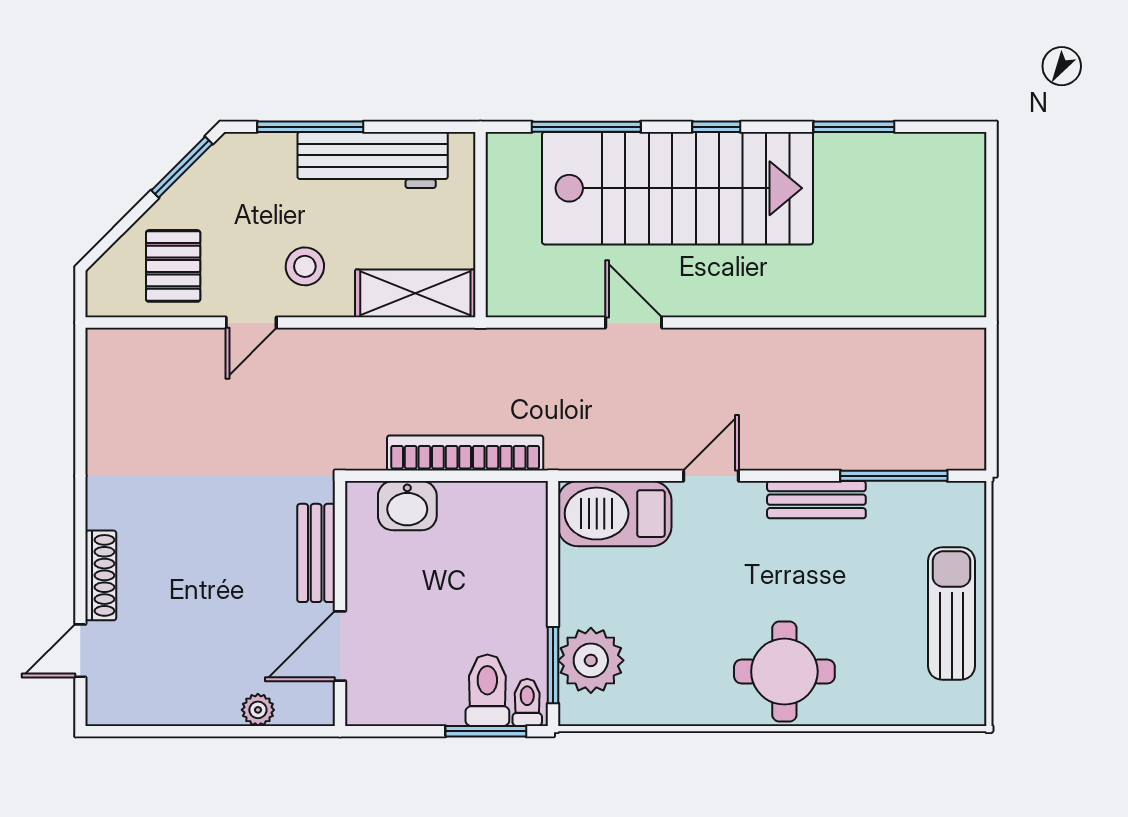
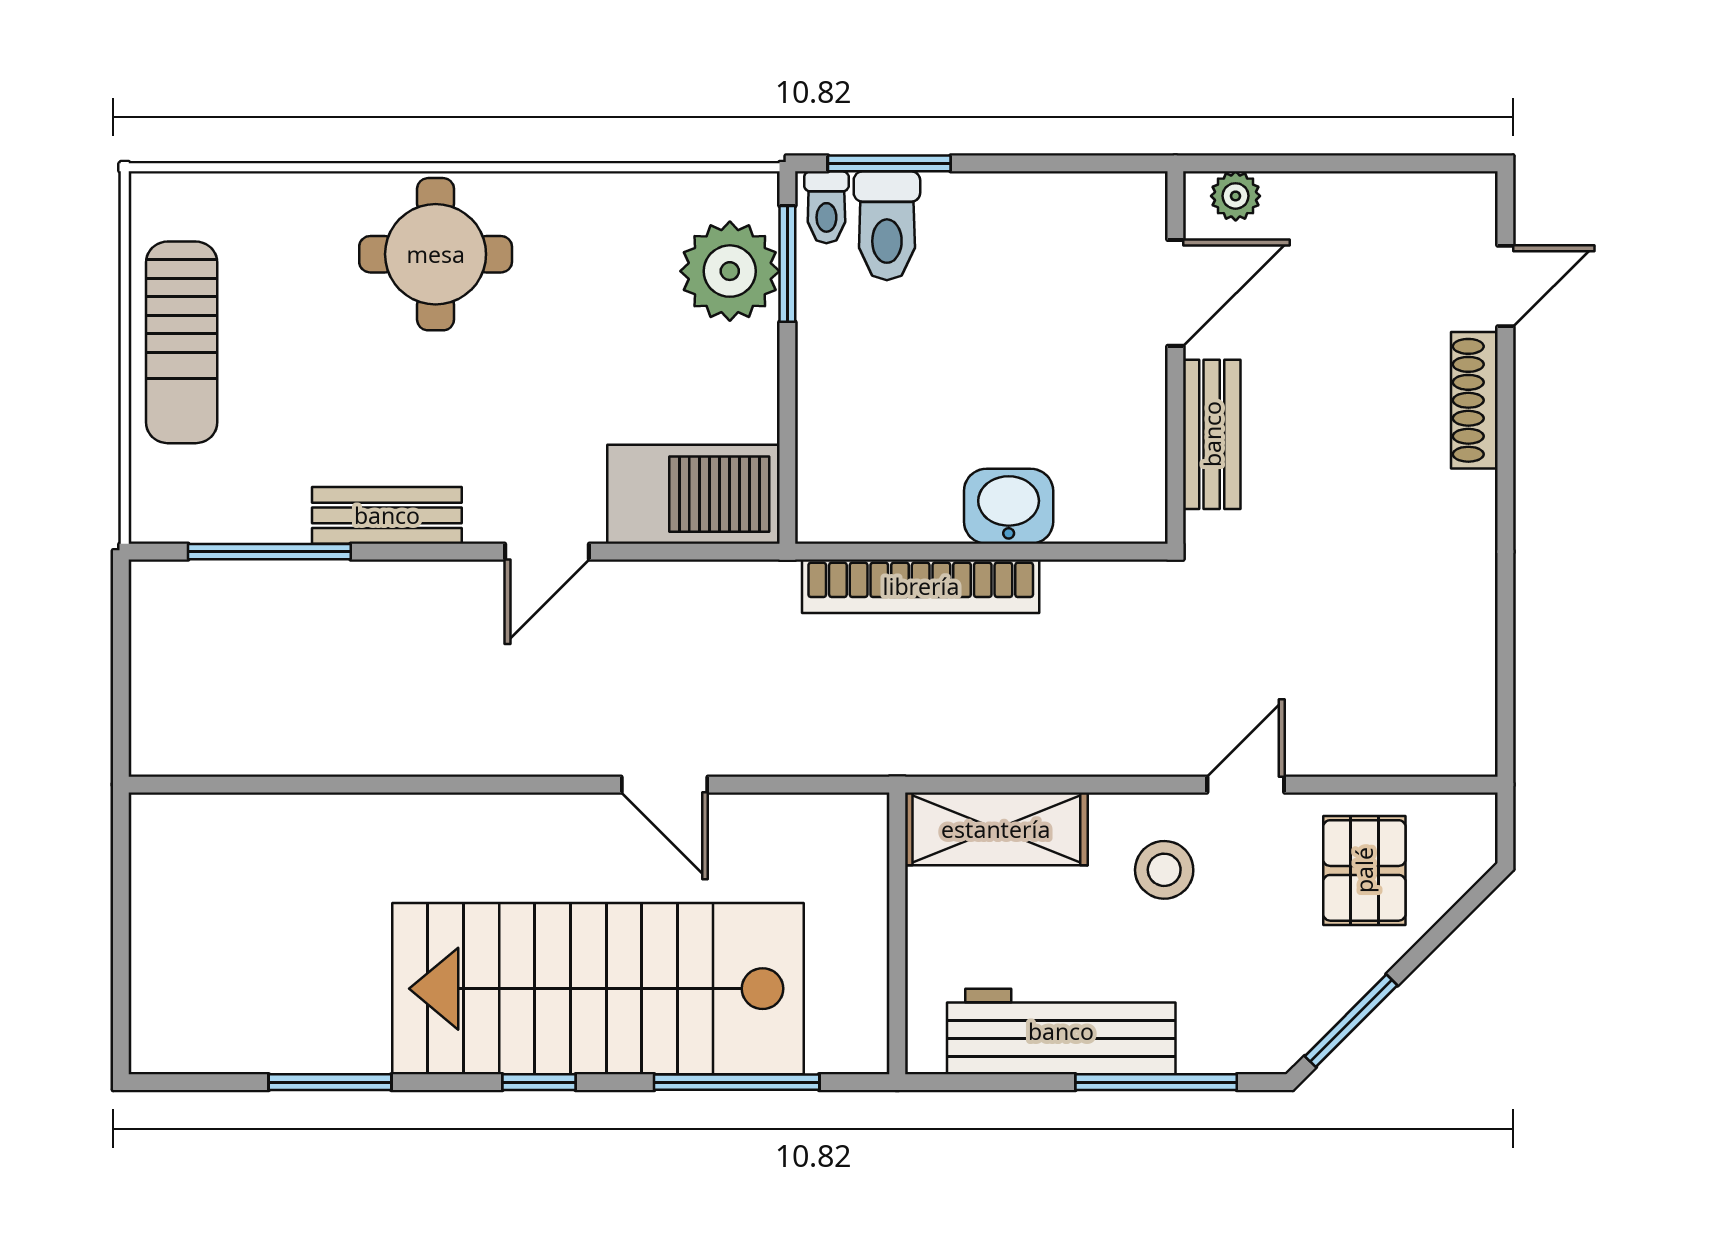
bench: (316, 553) -> (1212, 434), moved
wall: (340, 604) -> (1175, 358), moved
door: (340, 646) -> (1175, 293), moved

